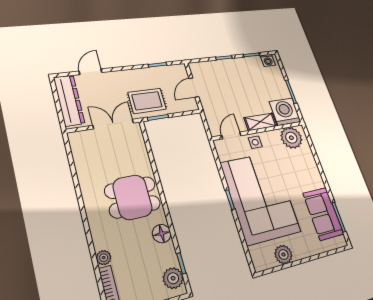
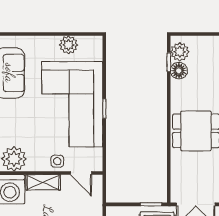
door: (231, 135) -> (81, 173), hinge flipped
floor lamp: (162, 234) -> (179, 71), moved

